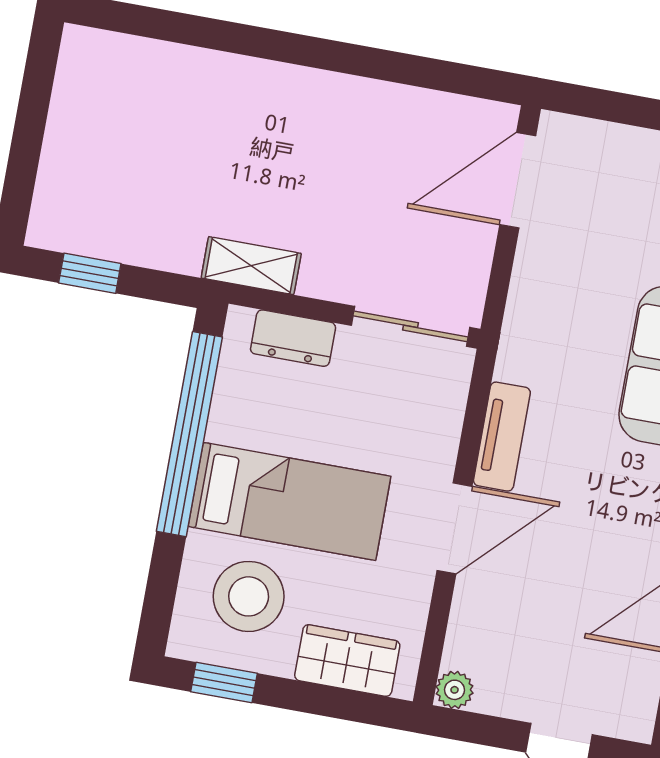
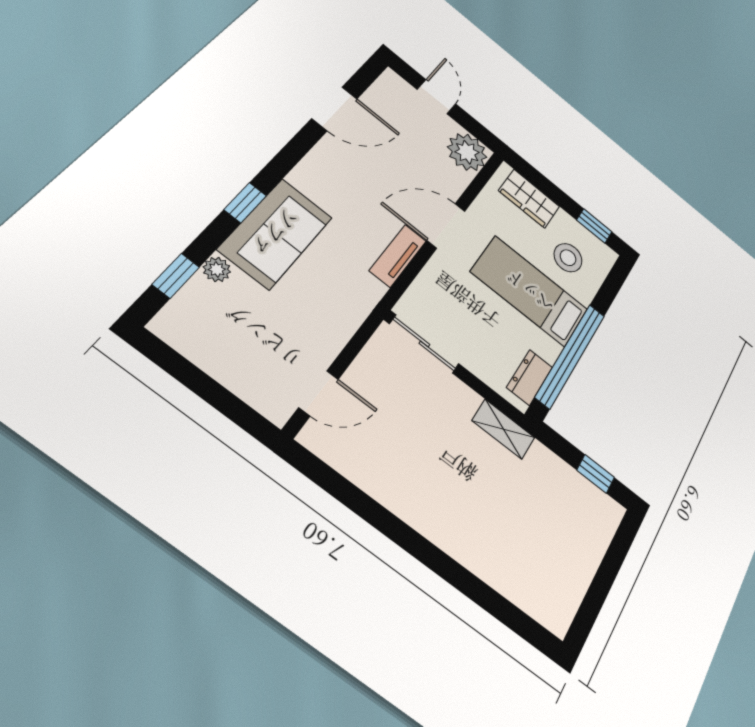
door: (518, 180) -> (319, 393), width x0.73
dresser: (293, 338) -> (530, 377), moved, turned -90
stool: (249, 596) -> (568, 258), width x0.73, depth x0.73
plant: (455, 690) -> (467, 152), width x1.88, depth x1.88

